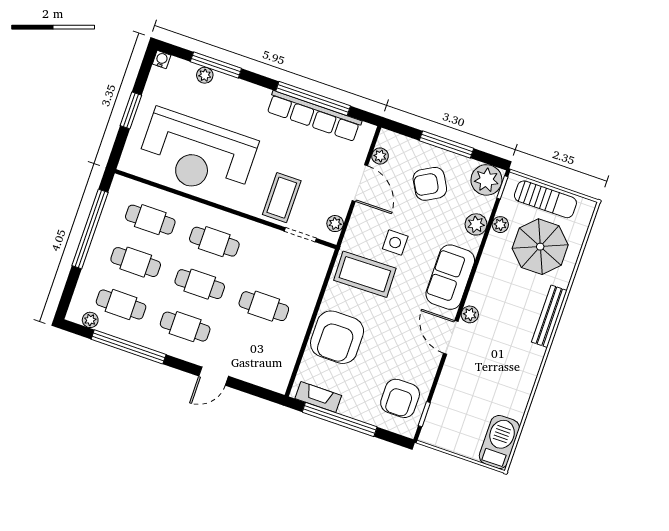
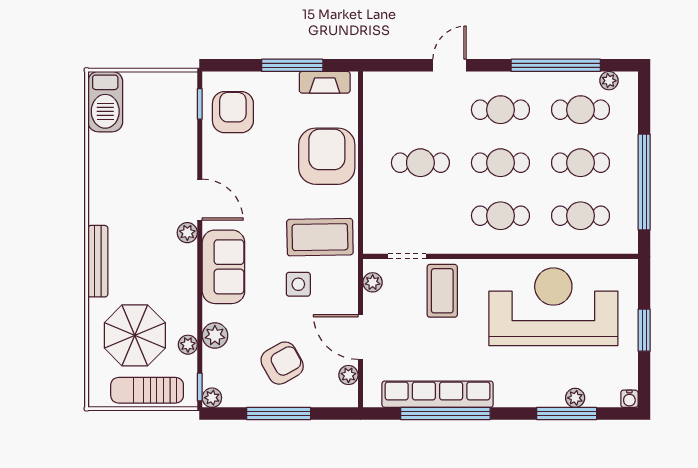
plant: (486, 180) -> (212, 398), width x0.53, depth x0.53
window: (340, 419) -> (292, 65), width x0.68

